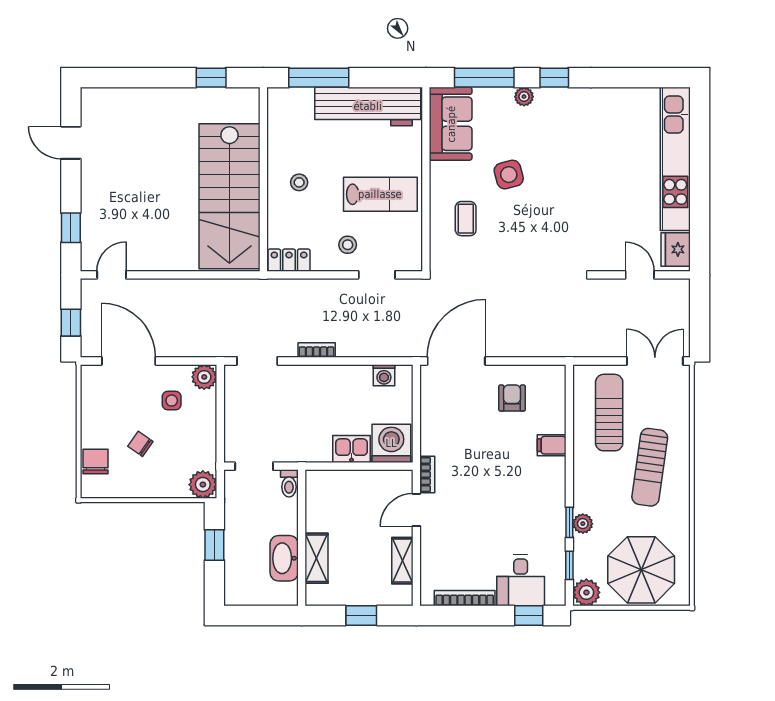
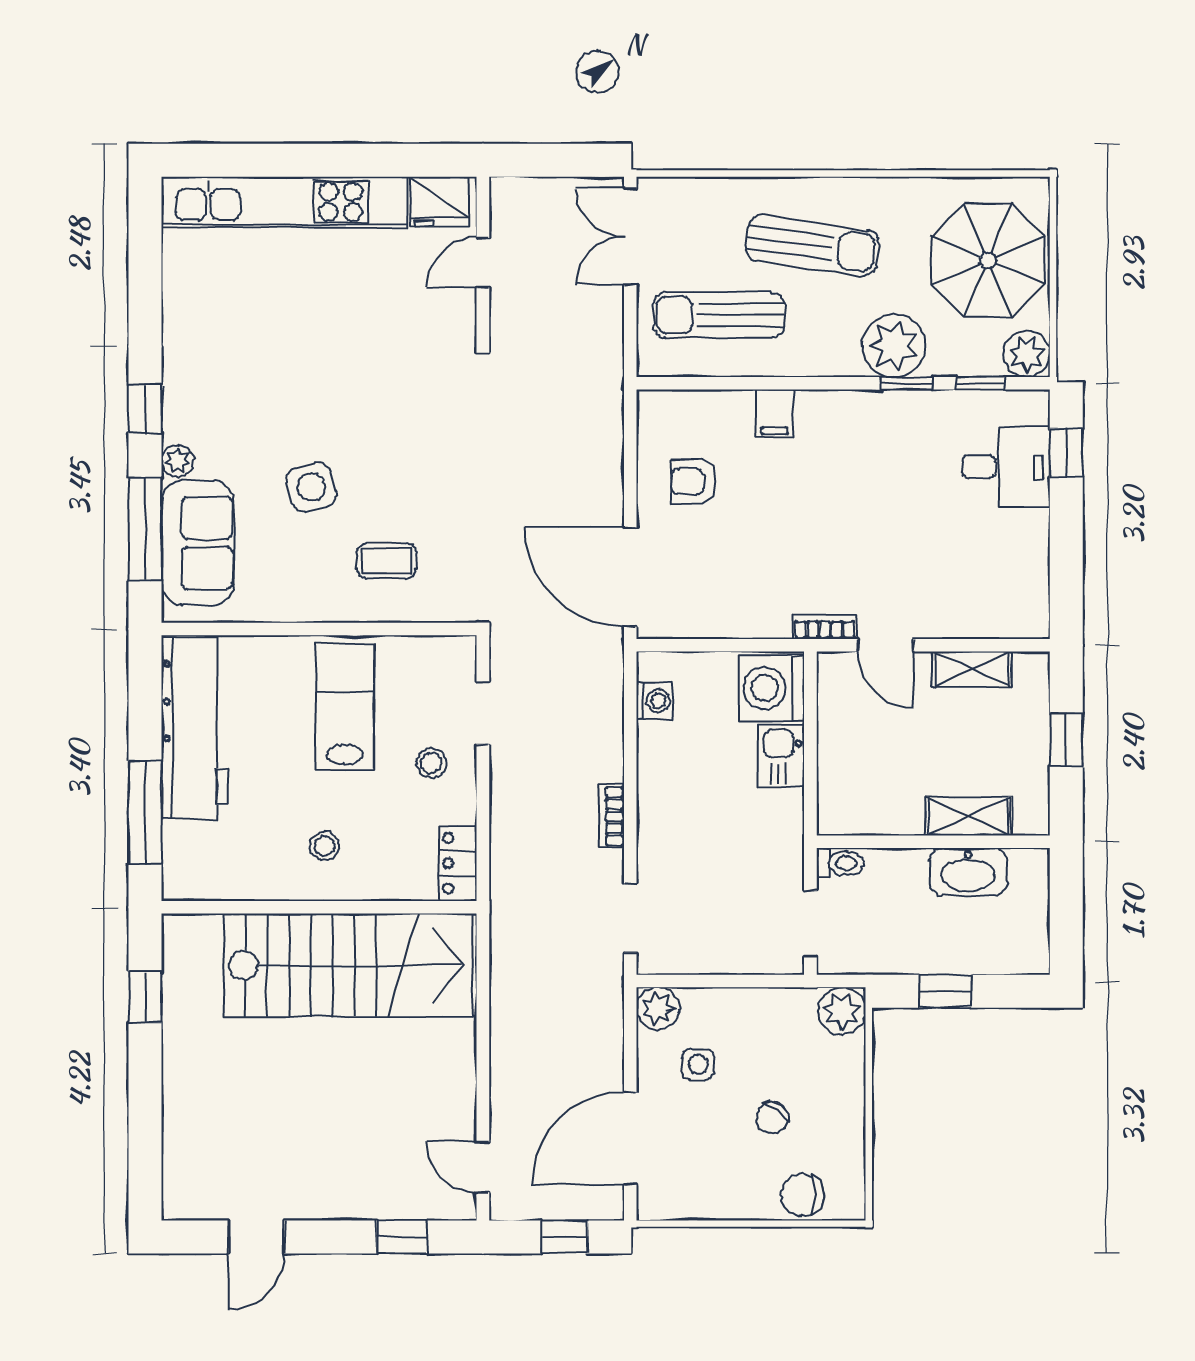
sofa: (451, 124) -> (198, 543), moved, turned 90
plant: (583, 524) -> (894, 346), width x1.88, depth x1.88
bookcase: (465, 598) -> (1037, 563), removed

